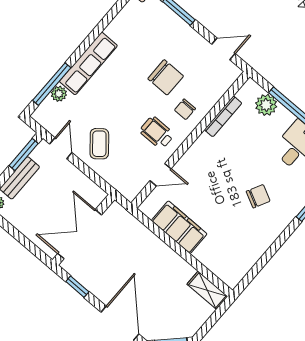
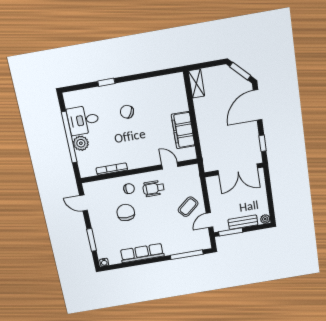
row of seats: (88, 63) -> (142, 253), moved
plant: (59, 94) -> (187, 247), removed
plant: (266, 105) -> (81, 143), moved
wheelchair: (157, 133) -> (154, 188), turned 90

